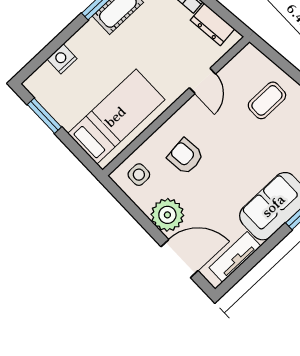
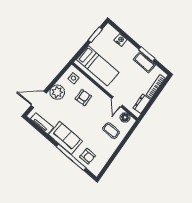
floor lamp: (240, 66) -> (125, 117), added
door: (202, 81) -> (117, 102), hinge flipped
door: (180, 259) -> (39, 99), swing flipped

